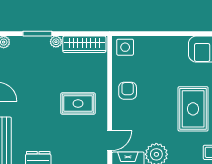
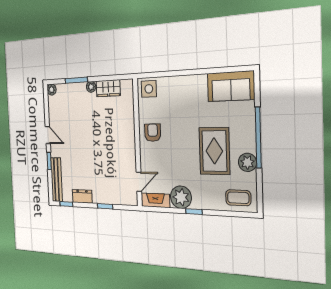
wardrobe: (84, 44) -> (108, 88), width x0.67
rug: (78, 104) -> (111, 145), removed

